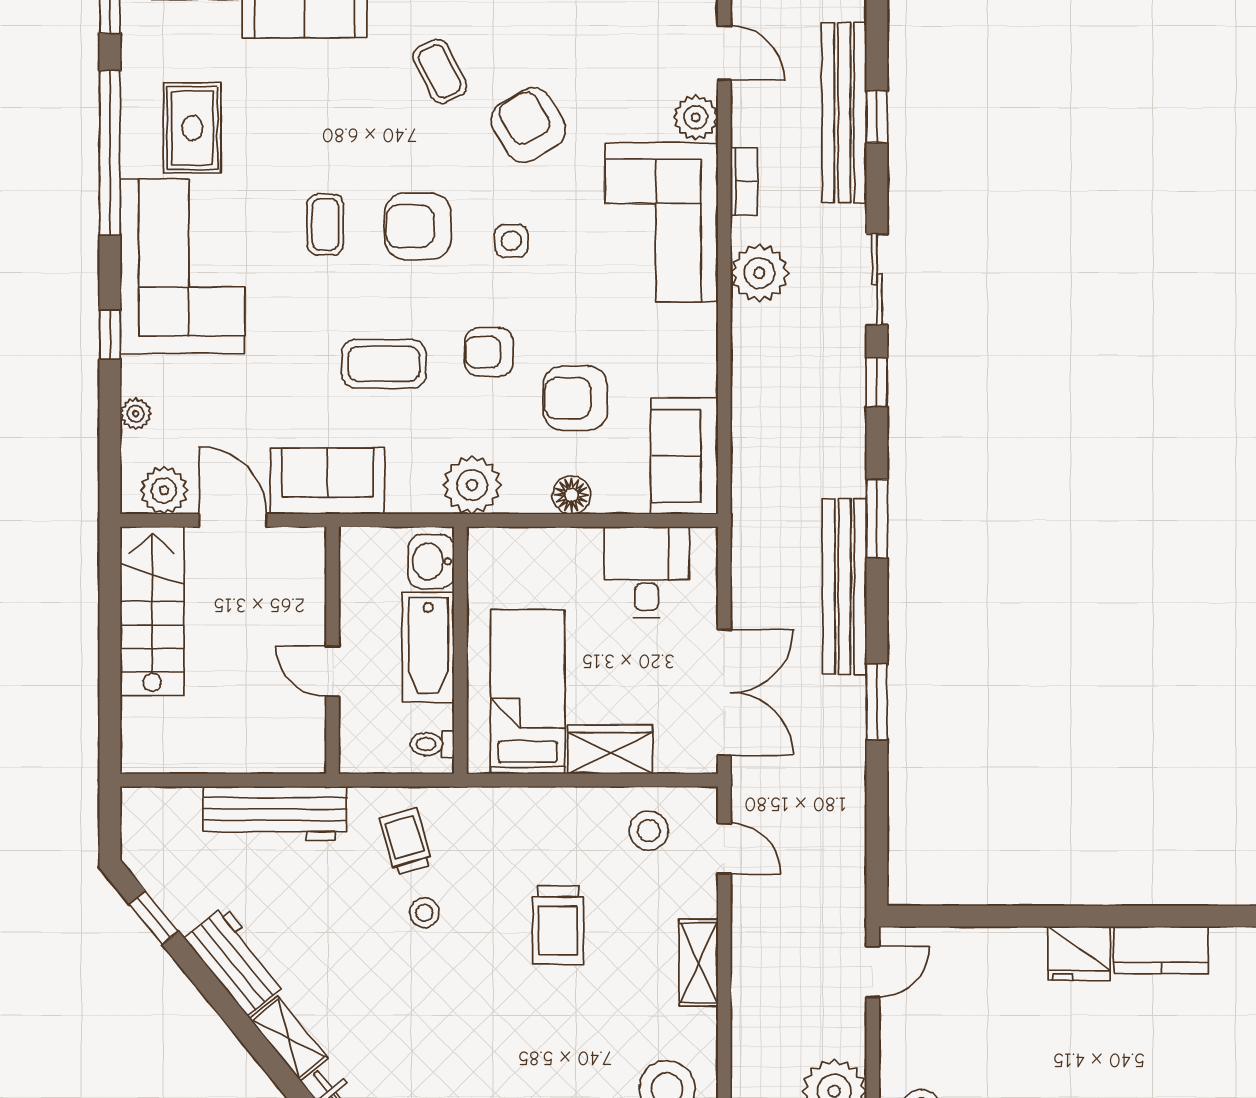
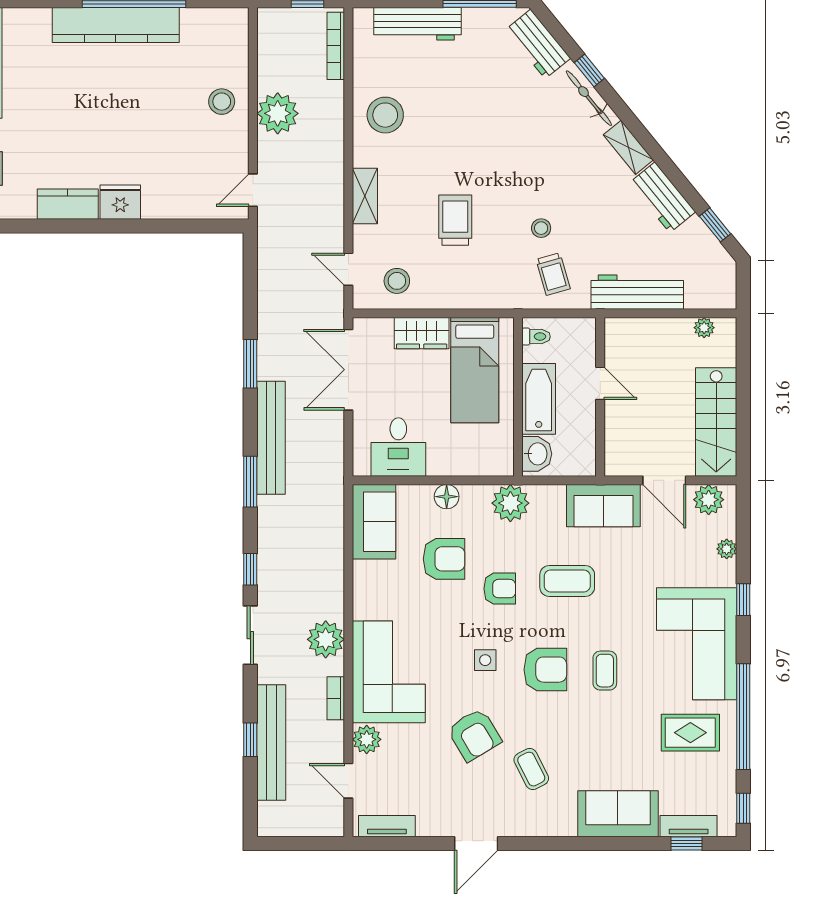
rug: (192, 128) -> (690, 733), turned 90
plant: (171, 758) -> (704, 328), added

